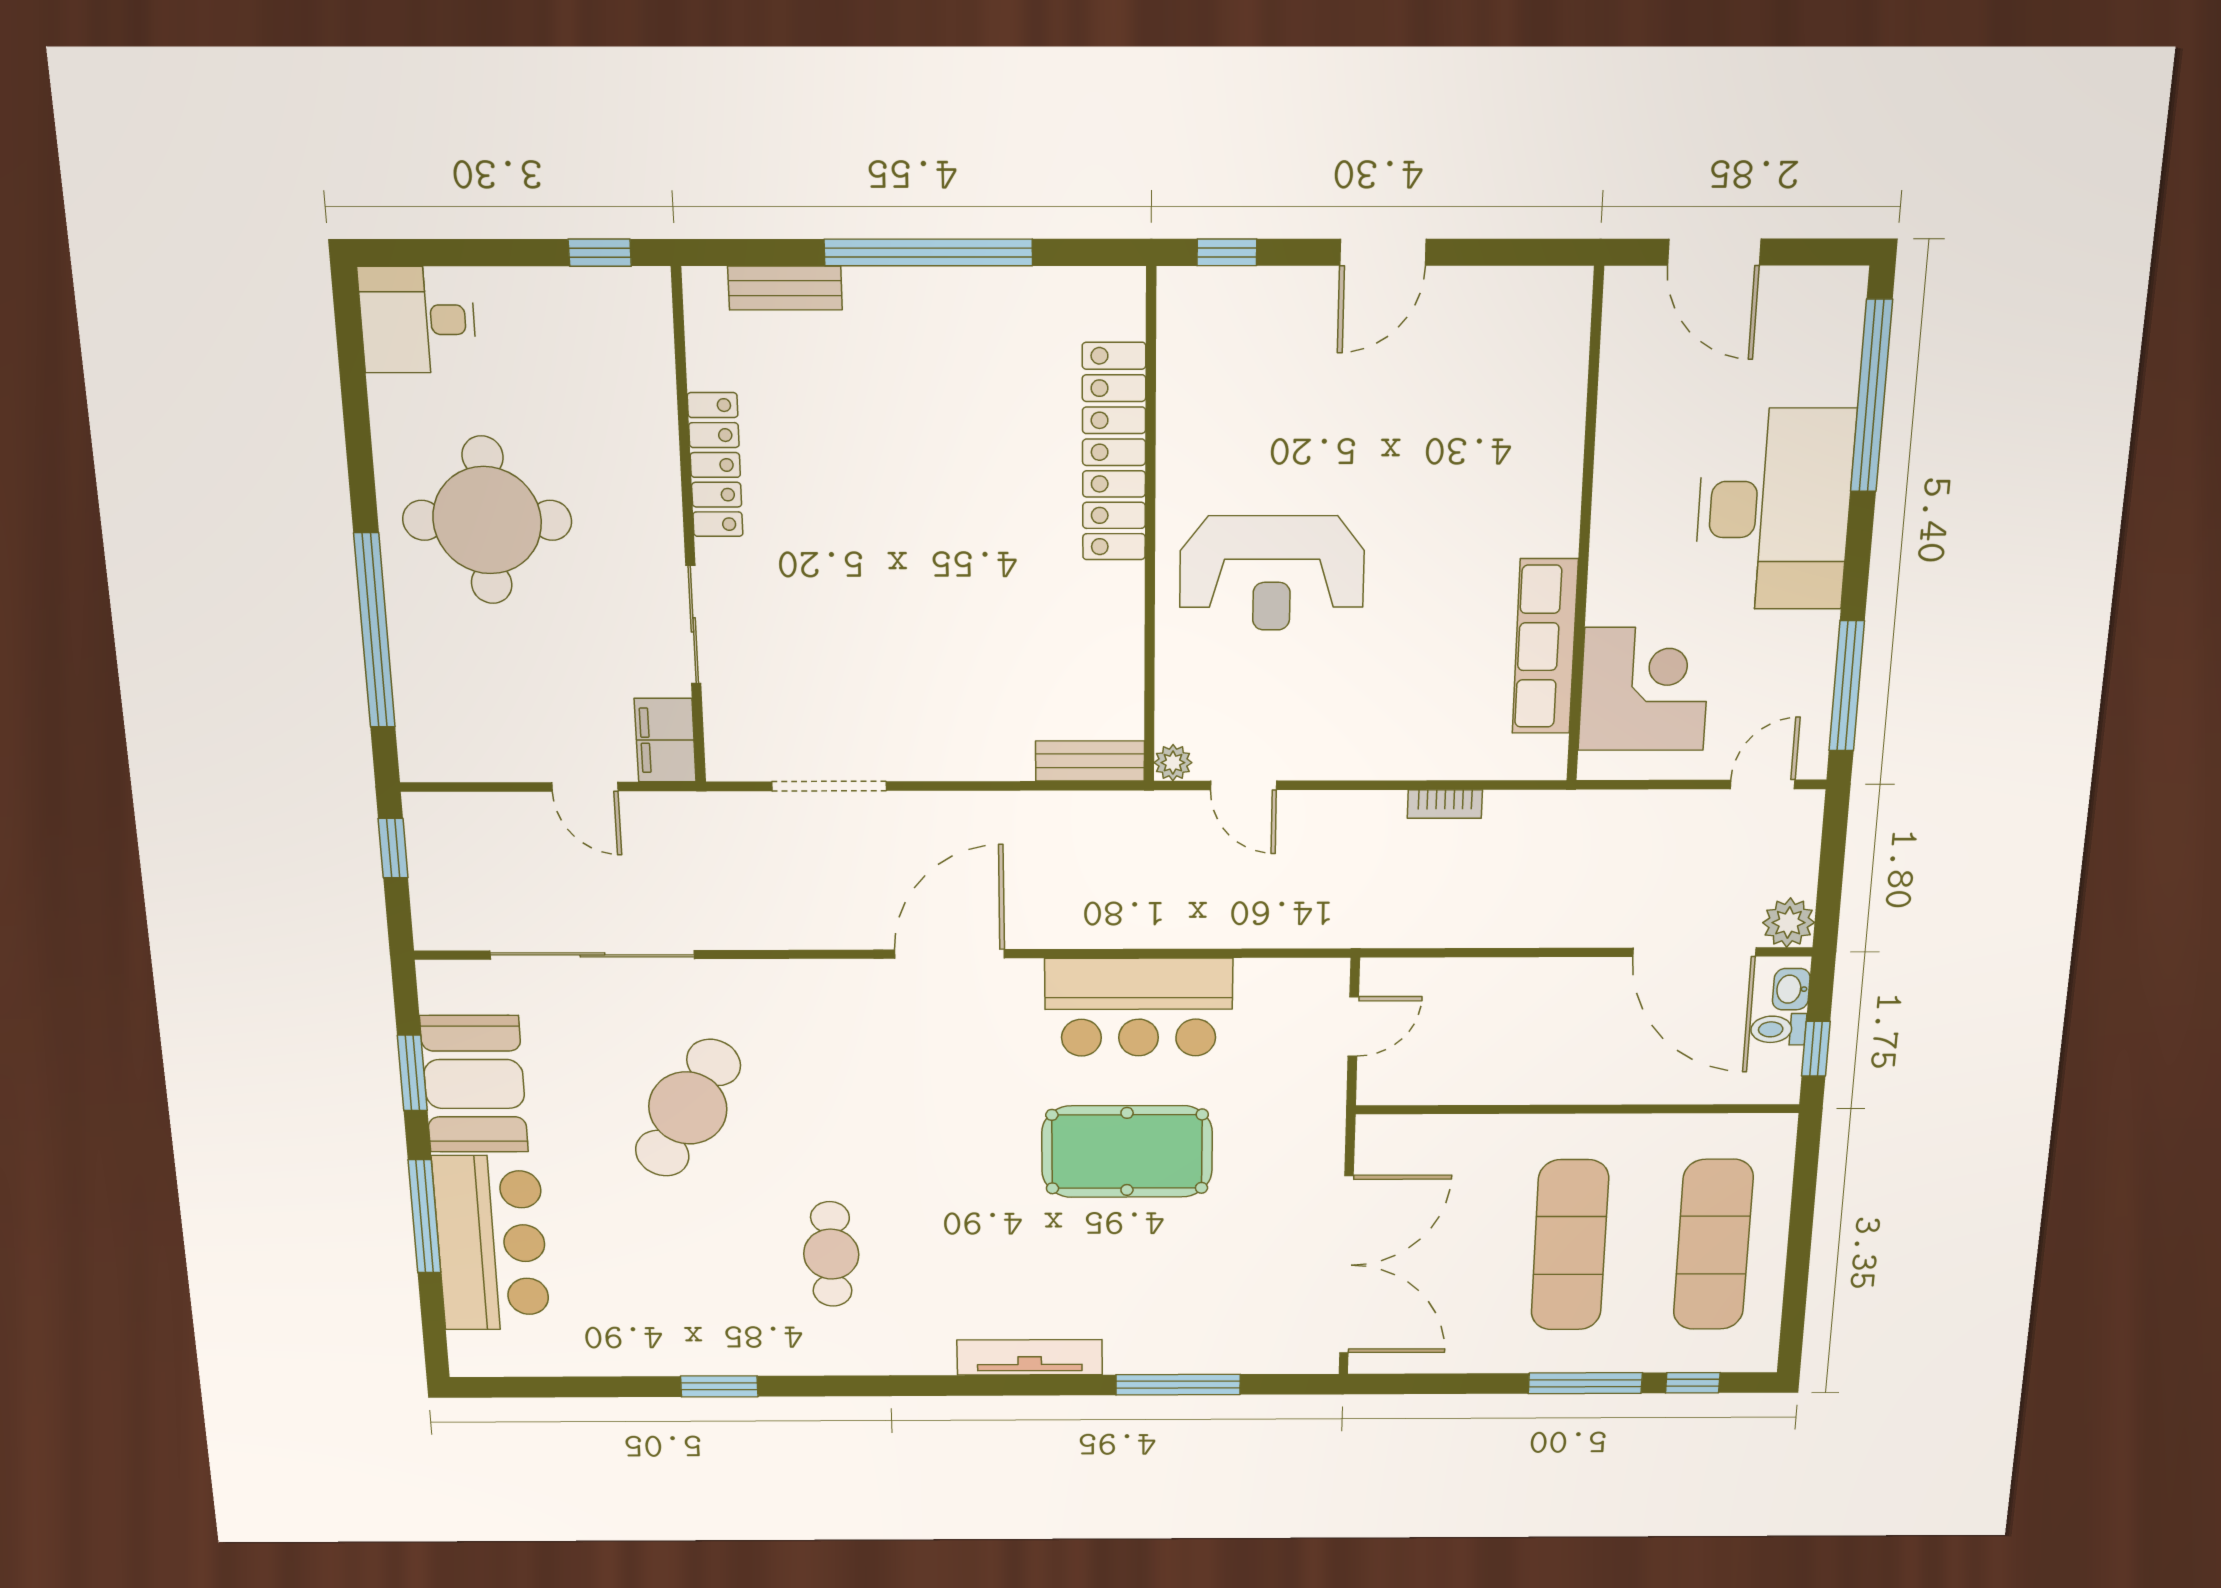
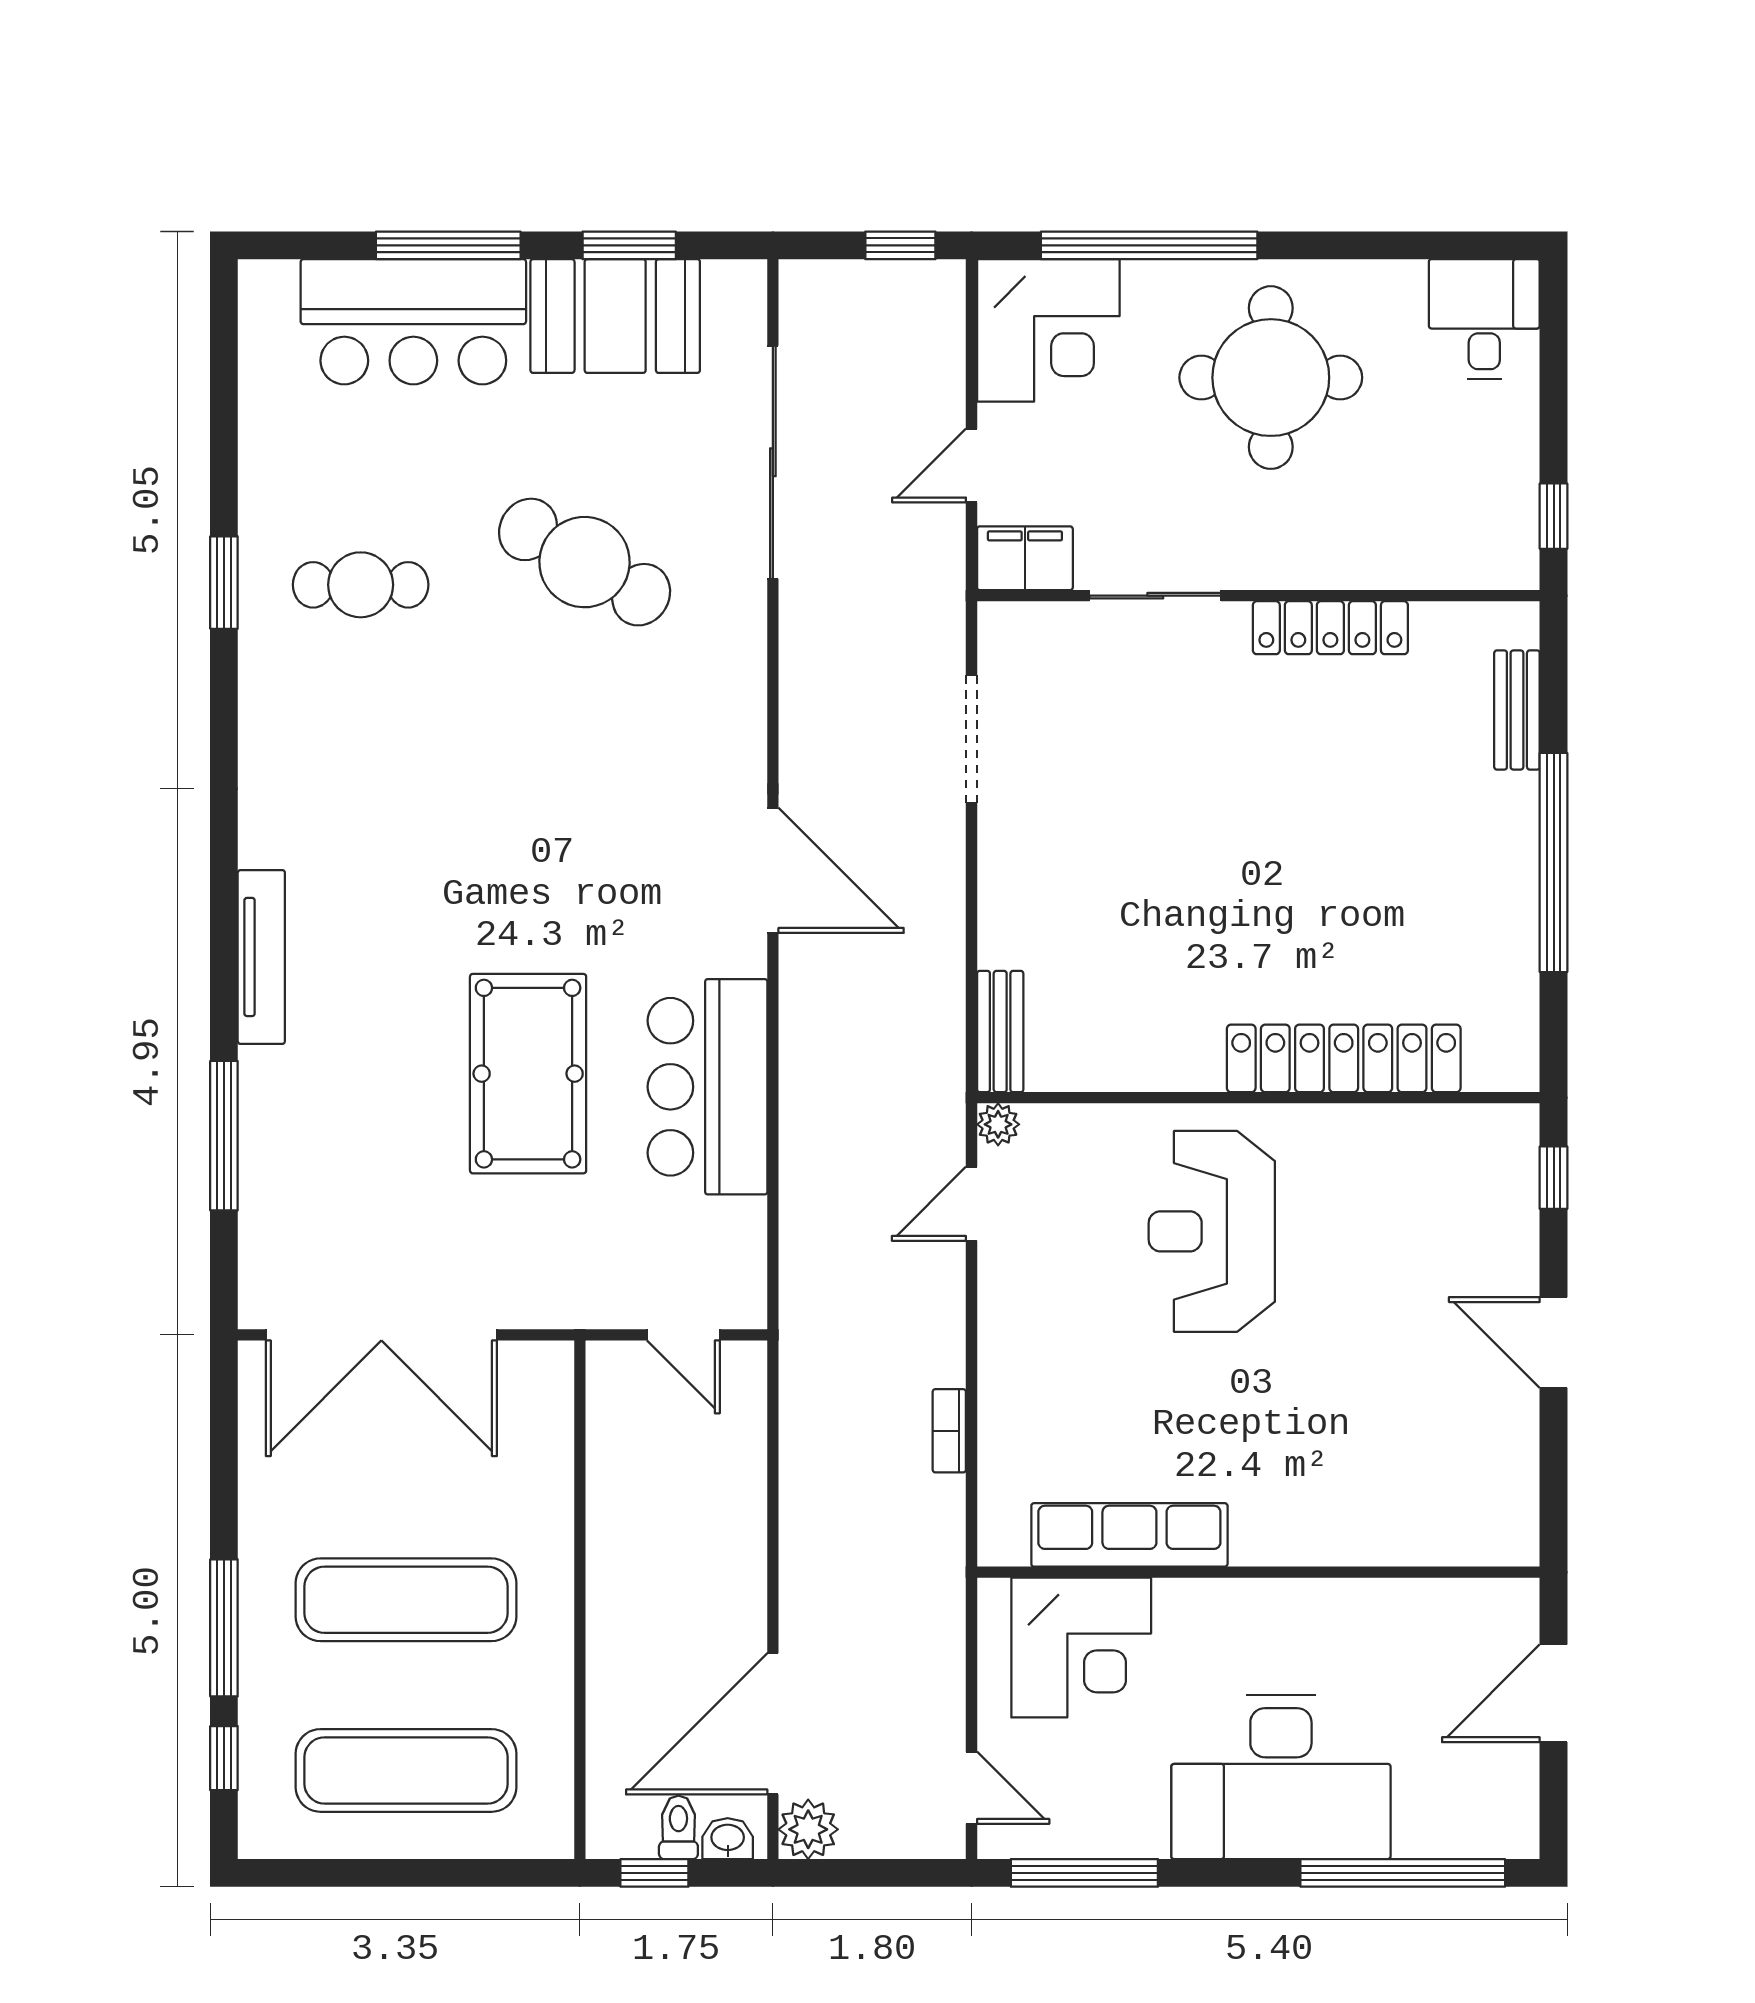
corner desk: (459, 720) -> (1048, 330), added
cafe table: (831, 1254) -> (361, 585), moved

